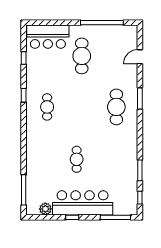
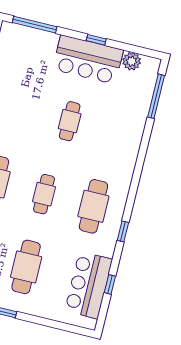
bar counter: (48, 37) -> (89, 285), moved, turned -90
cafe table: (47, 107) -> (93, 206), width x1.37, depth x1.35
cafe table: (82, 107) -> (44, 194), added
bar counter: (83, 203) -> (88, 60), width x0.73

